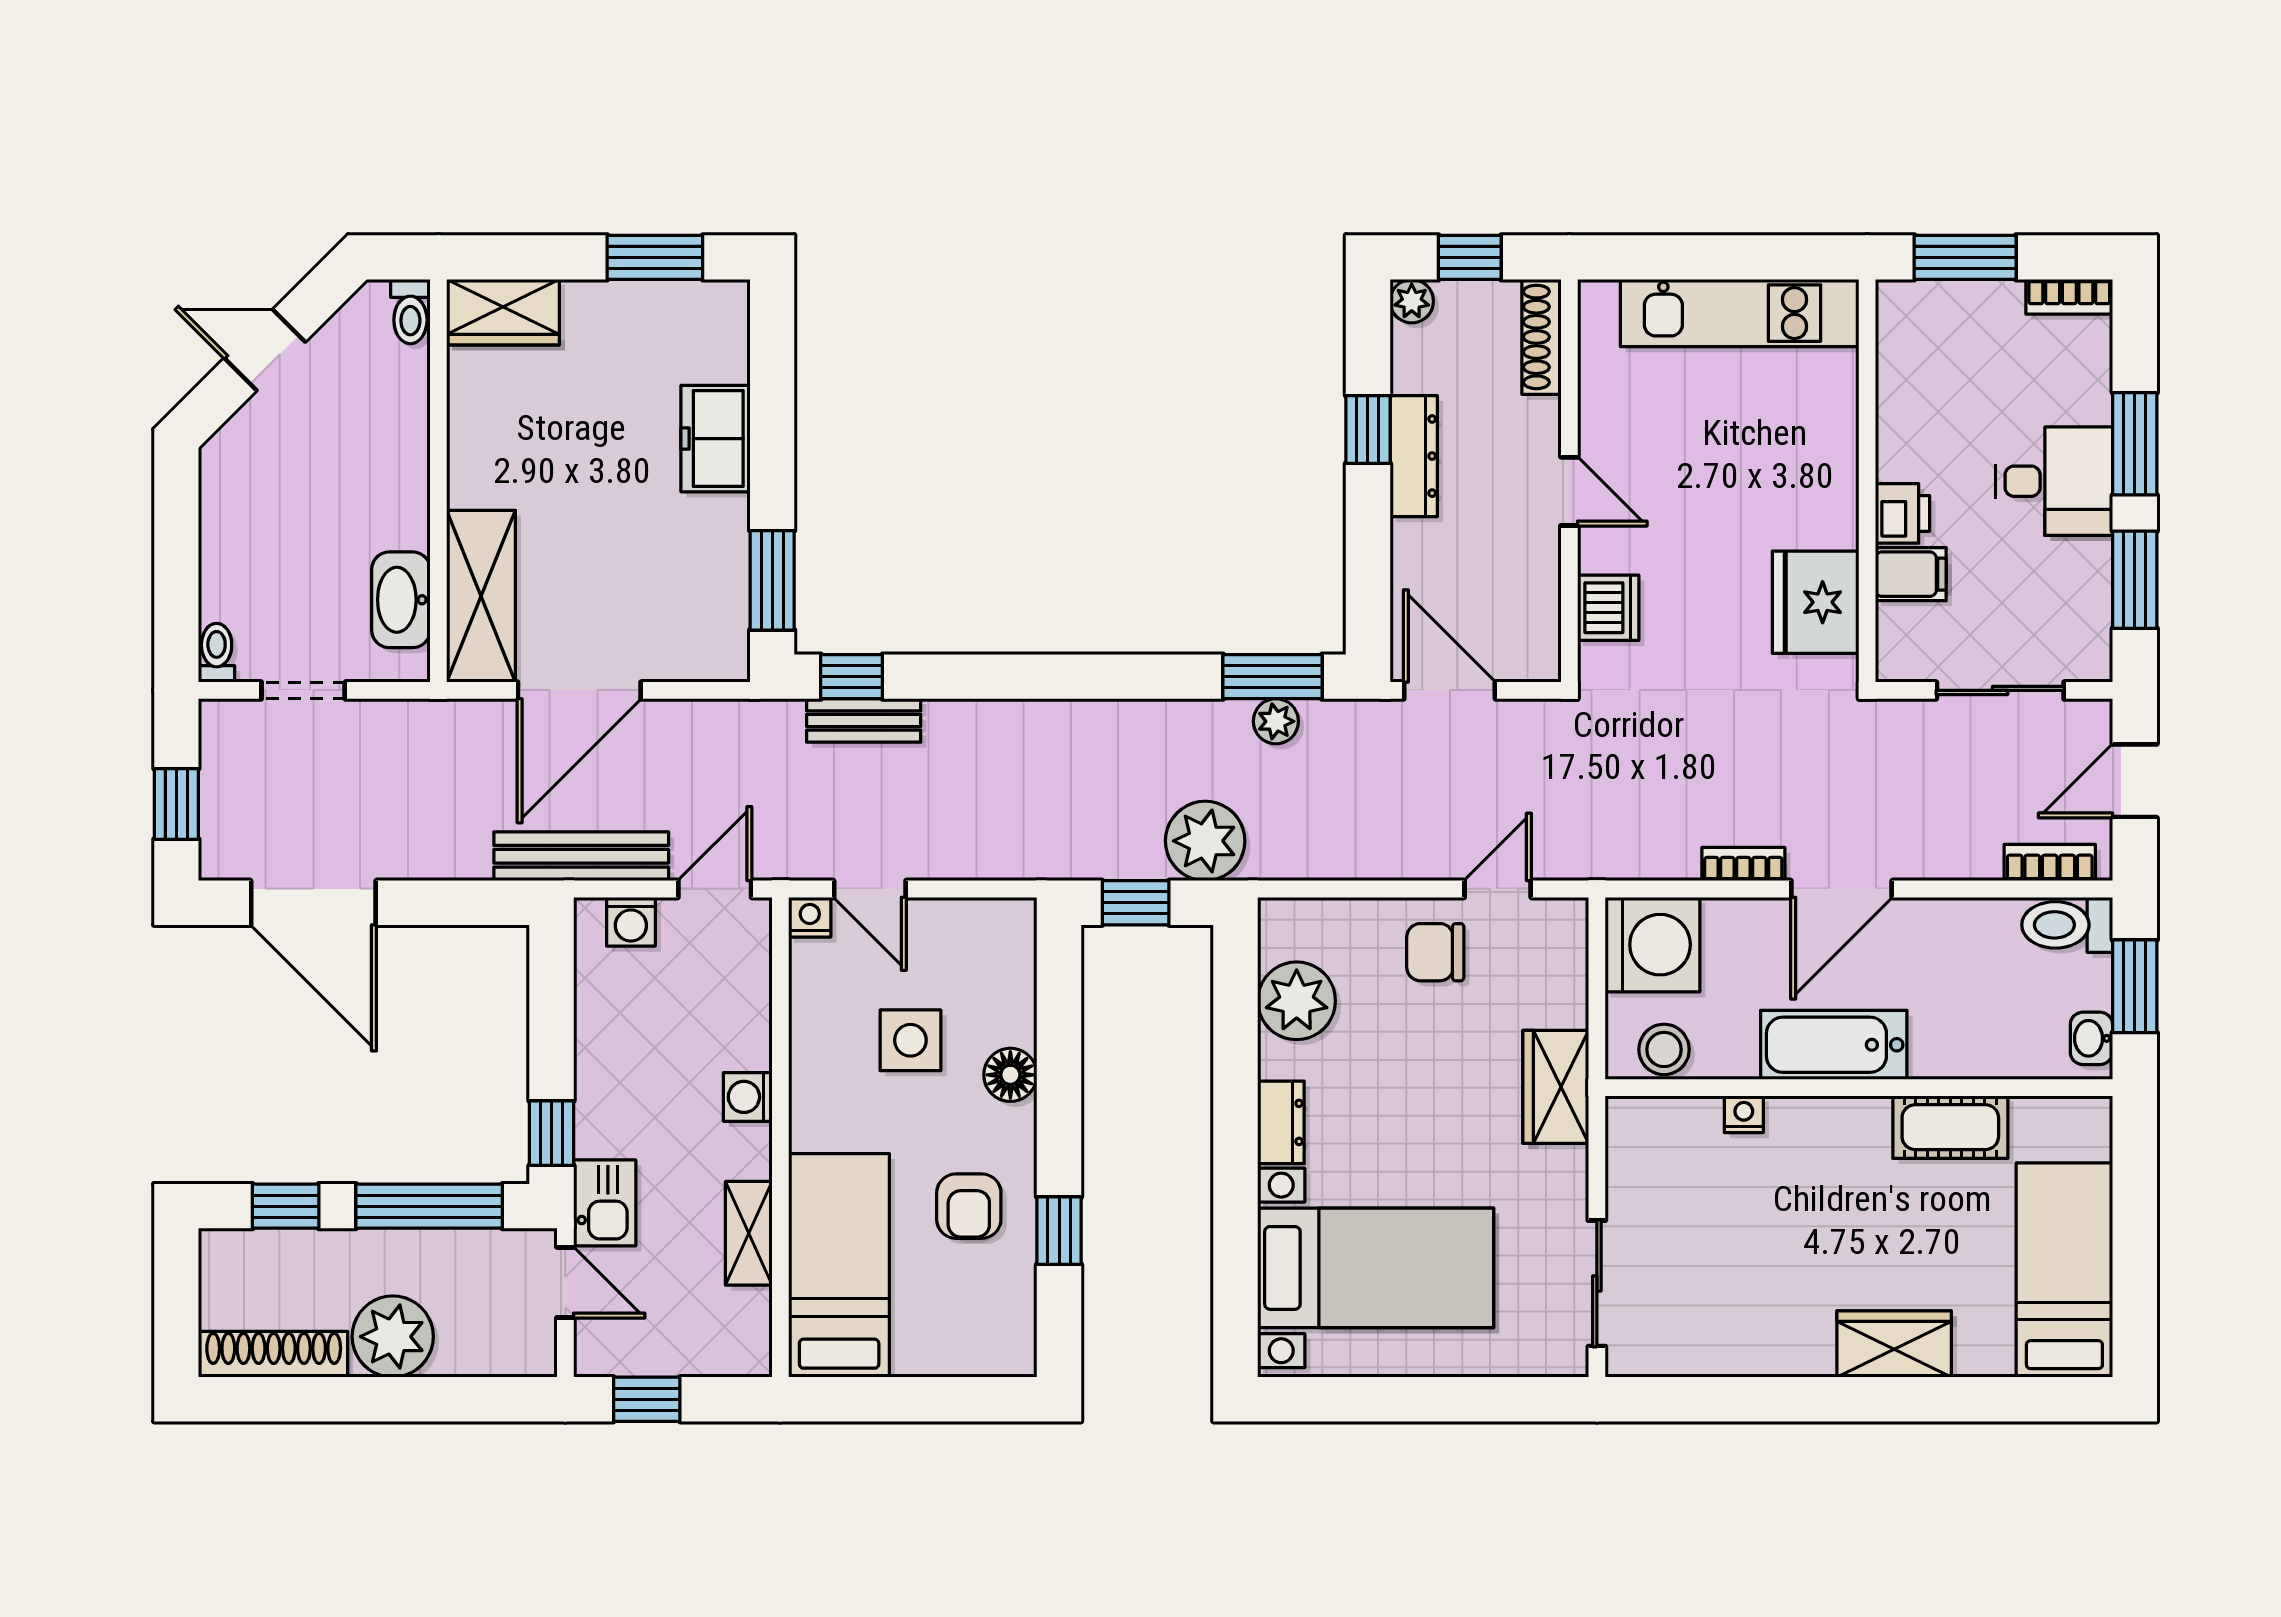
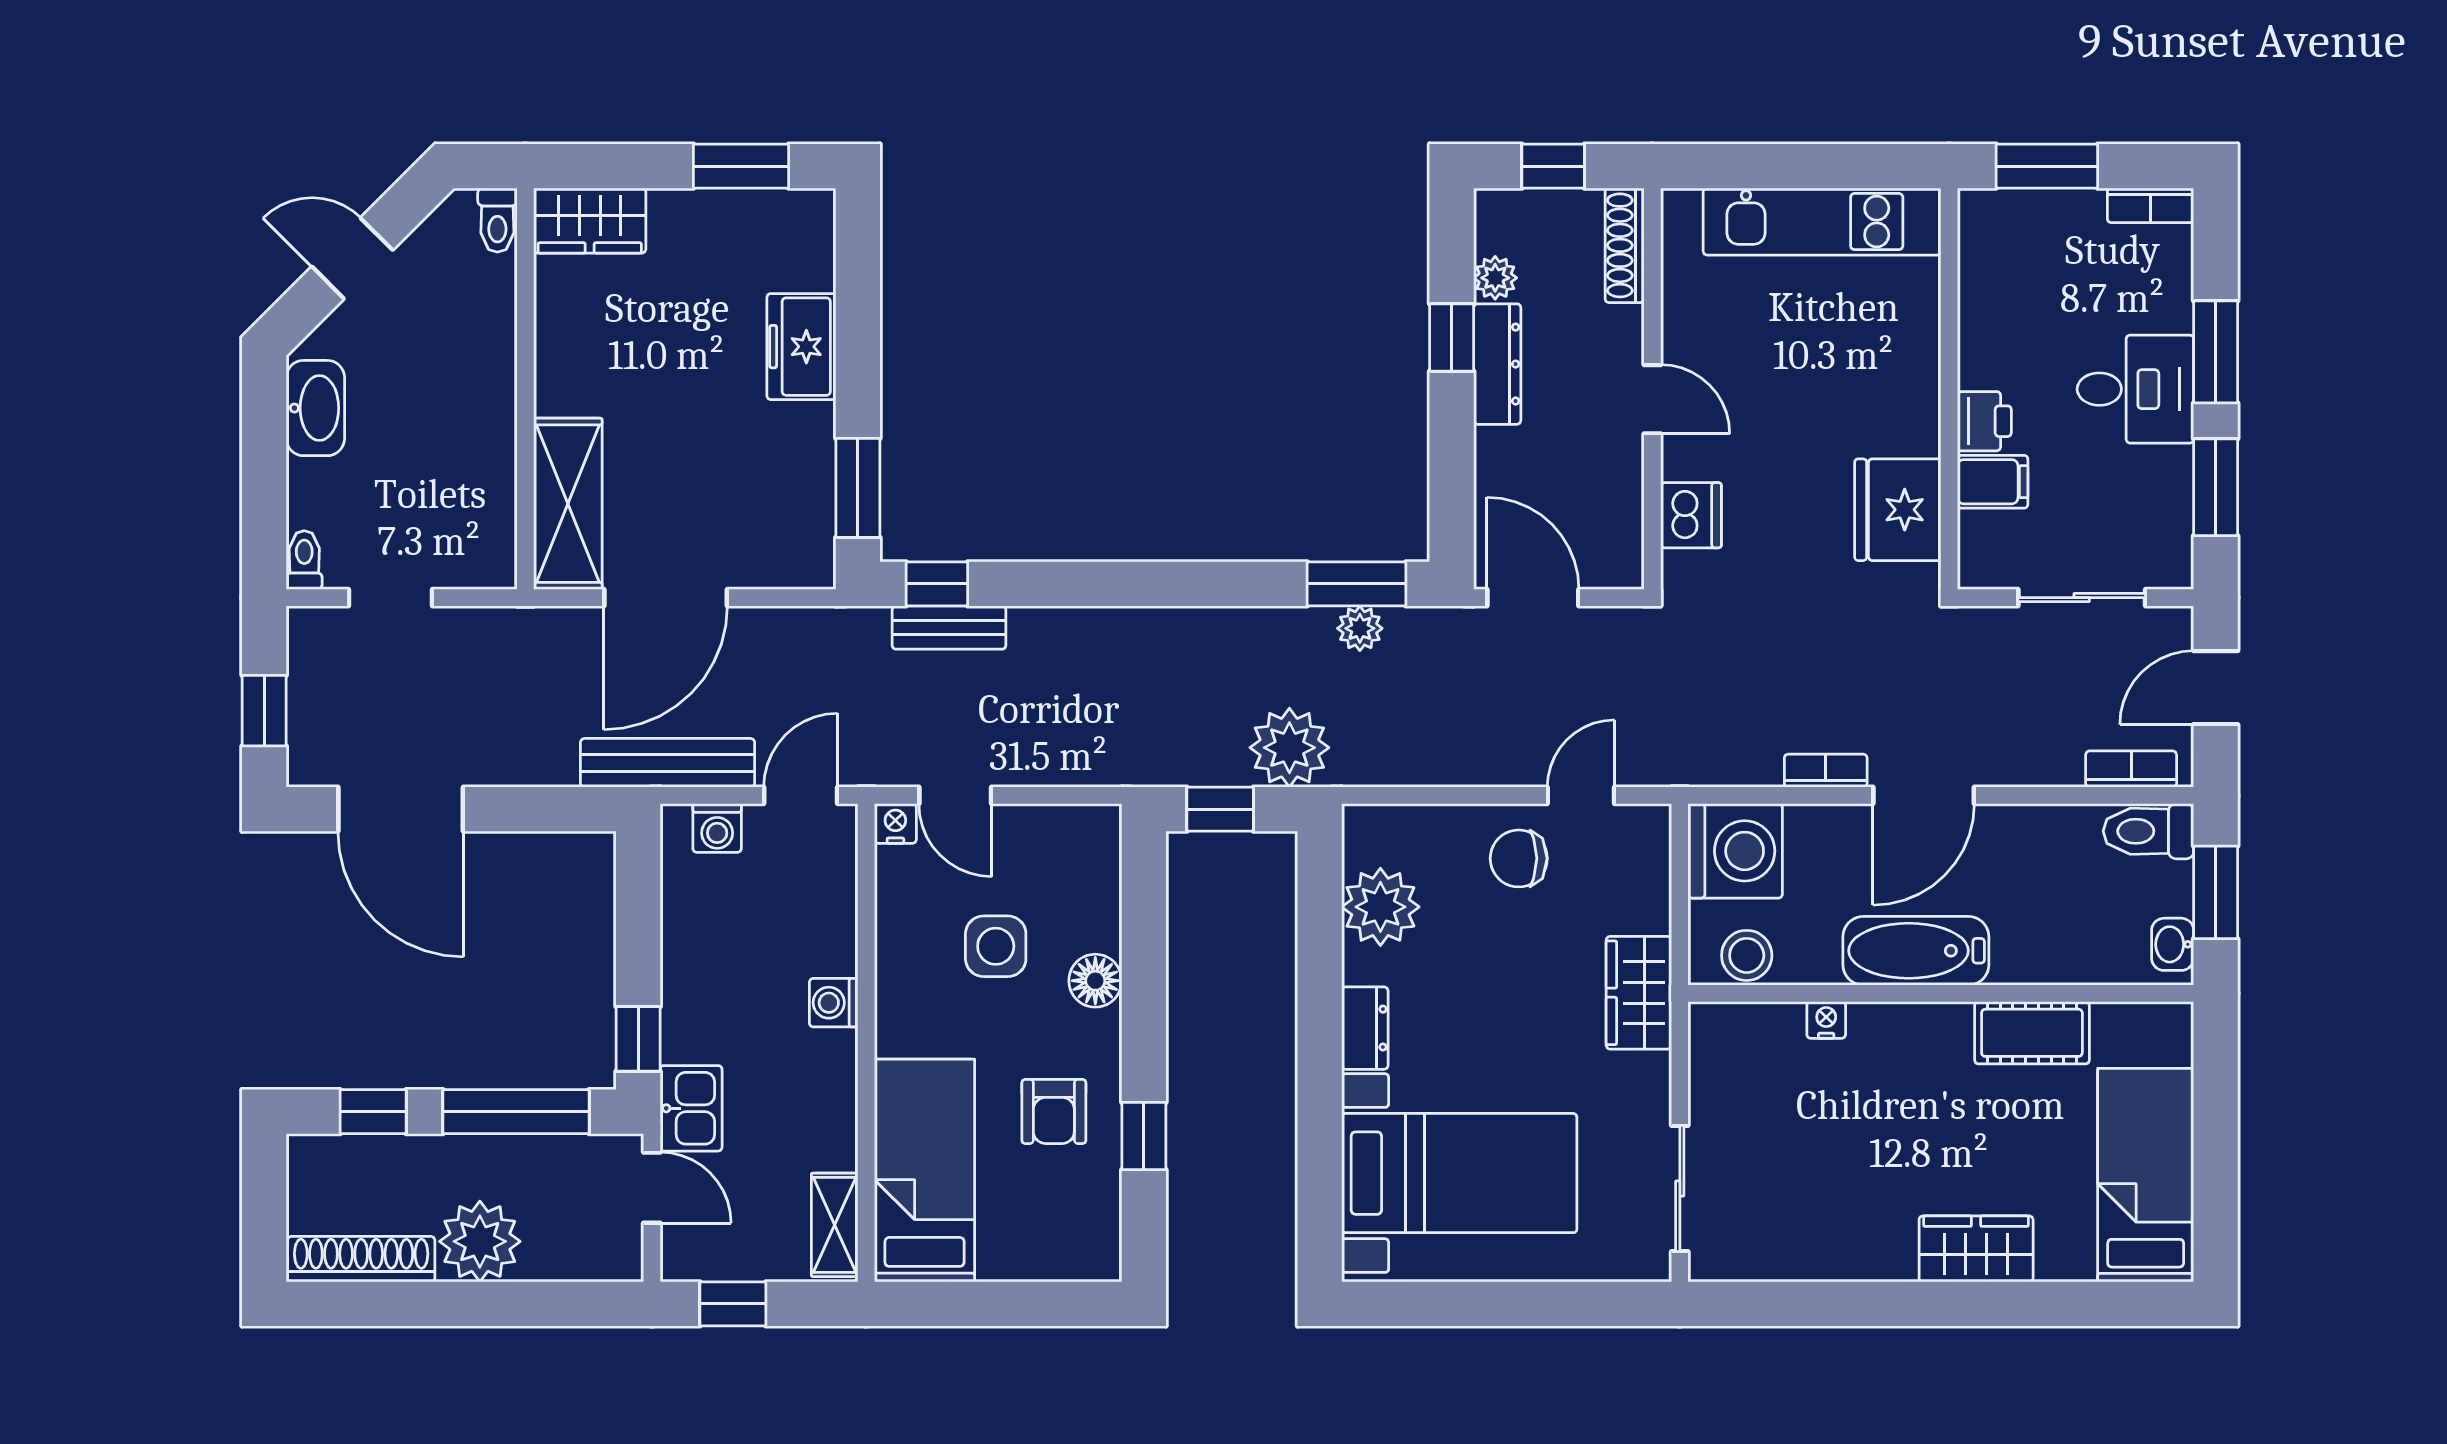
plant: (1412, 301) -> (1495, 278), moved
washbasin: (401, 600) -> (315, 408), moved, turned 180
shelving: (749, 1233) -> (835, 1225), moved

